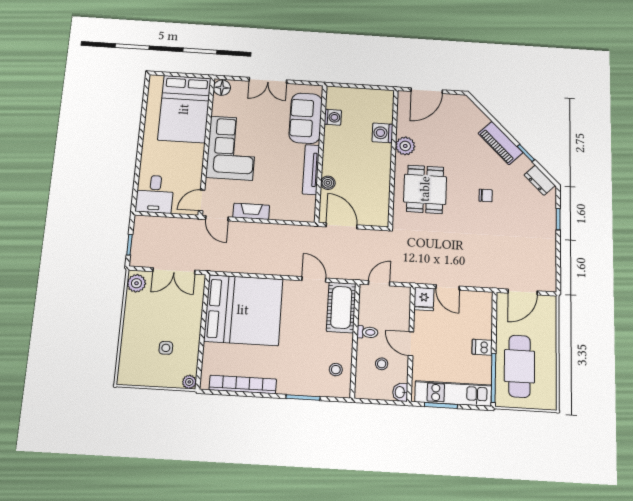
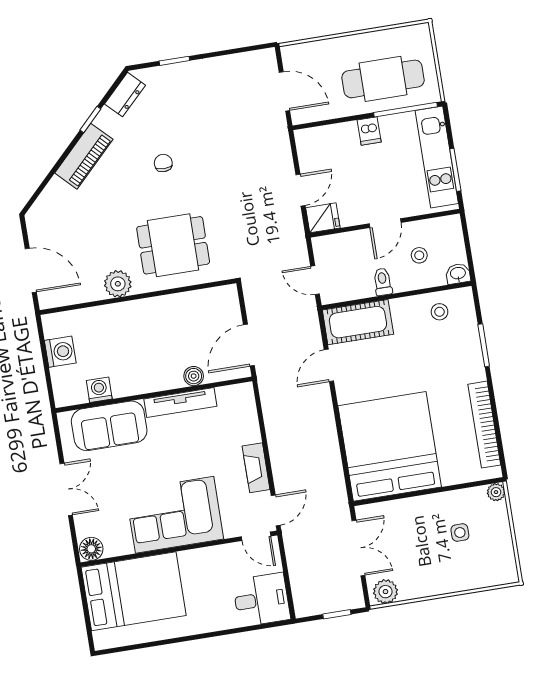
washing machine: (382, 133) -> (60, 352), moved, turned -90
washbasin: (400, 392) -> (458, 274), moved, turned 180

